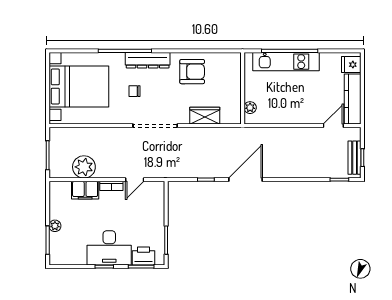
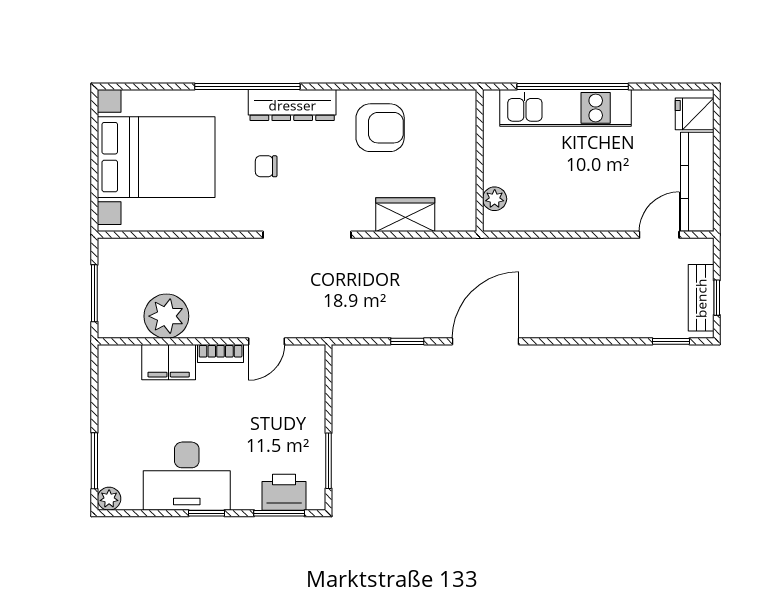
plant: (55, 226) -> (109, 499), moved
desk: (109, 248) -> (187, 476), moved

